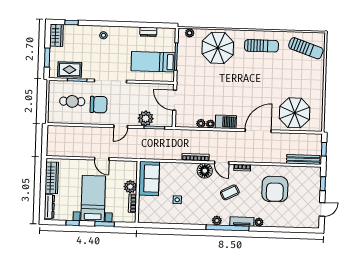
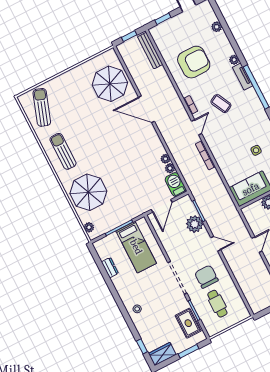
barbecue: (226, 122) -> (176, 185), moved
floor lamp: (205, 171) -> (213, 139), removed
plant: (217, 221) -> (217, 27), moved

